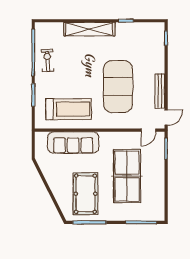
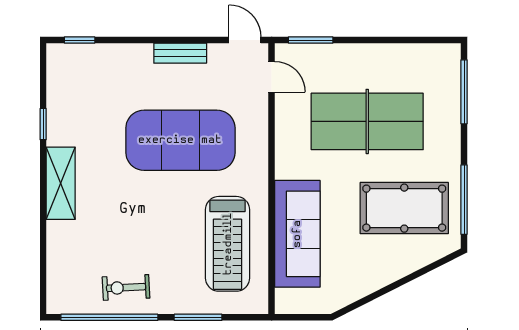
shelving: (89, 29) -> (61, 183), width x0.68
bench: (160, 91) -> (180, 53), width x0.73
treadmill: (68, 109) -> (228, 244), turned 180

